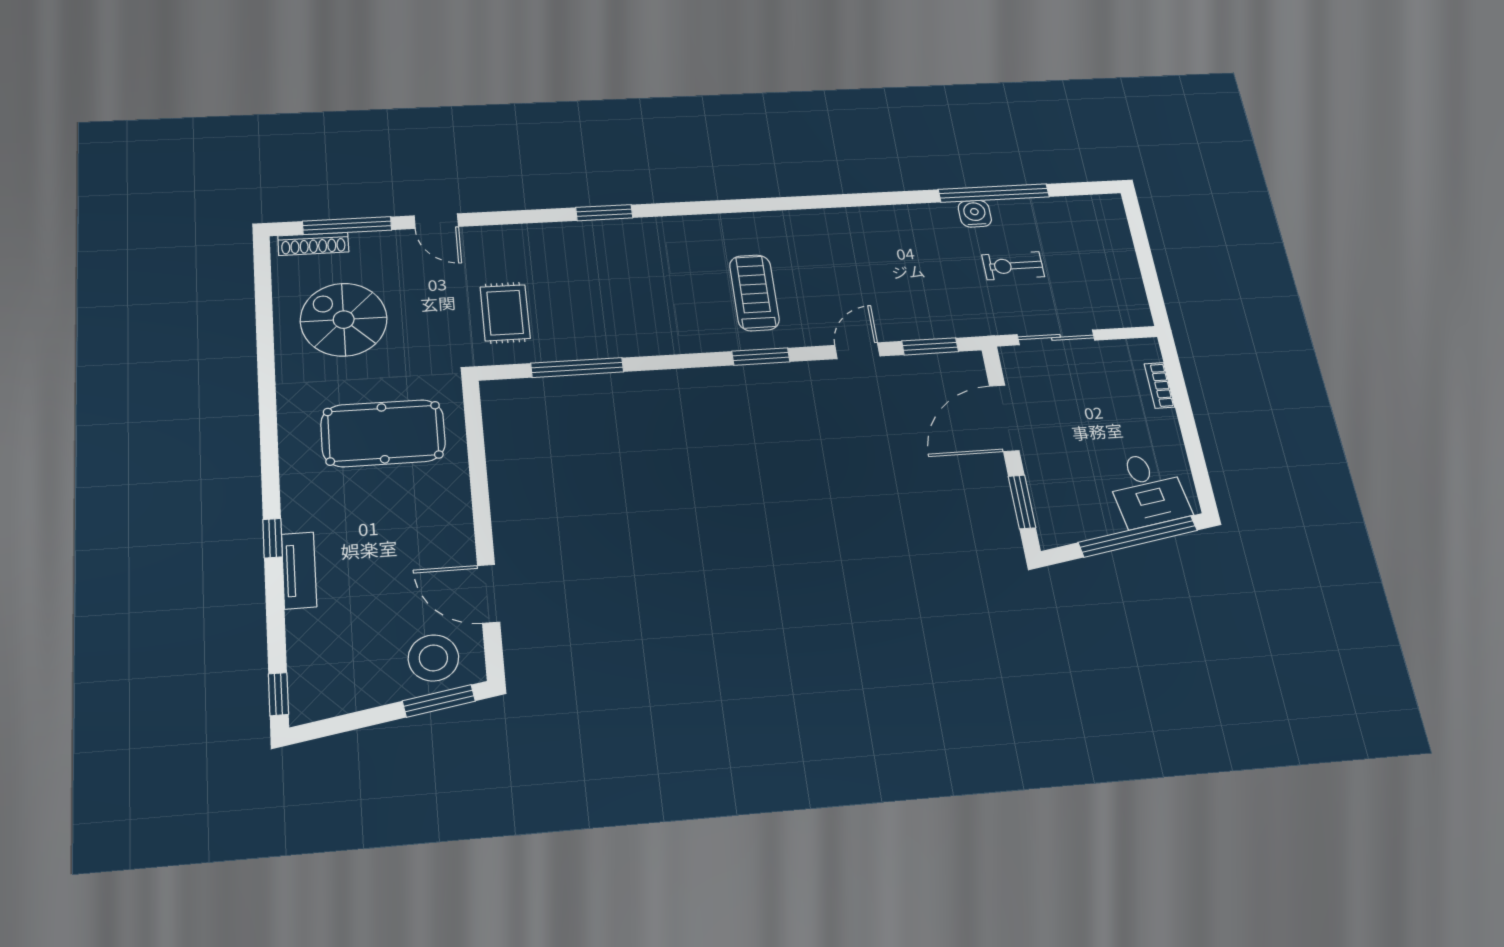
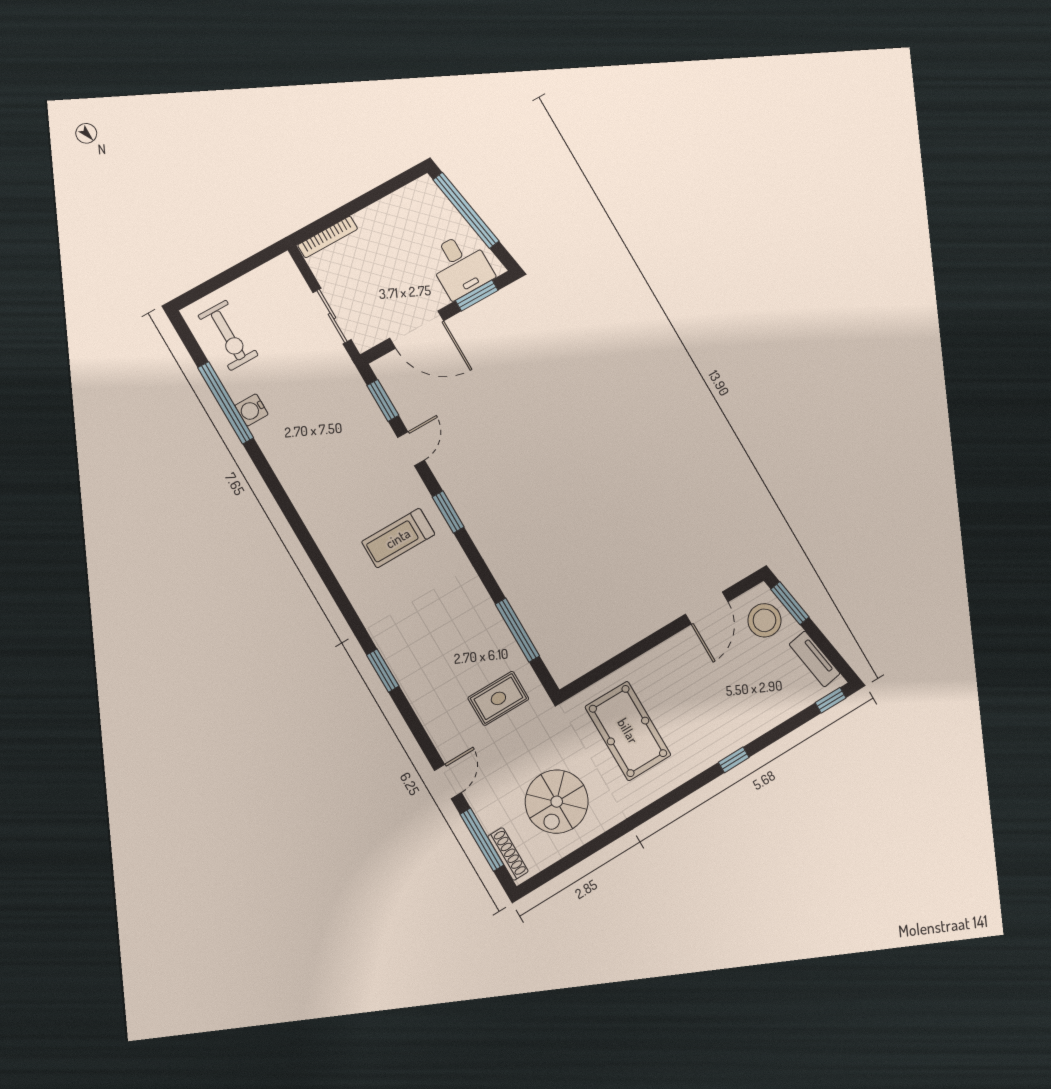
exercise bike: (1013, 266) -> (228, 335), moved, width x1.38, depth x1.39
door: (857, 351) -> (411, 449), swing flipped
bookcase: (1159, 385) -> (328, 237), width x1.56
desk: (1147, 489) -> (460, 266), moved, turned 99
tv unit: (299, 570) -> (815, 659), moved, turned -99

